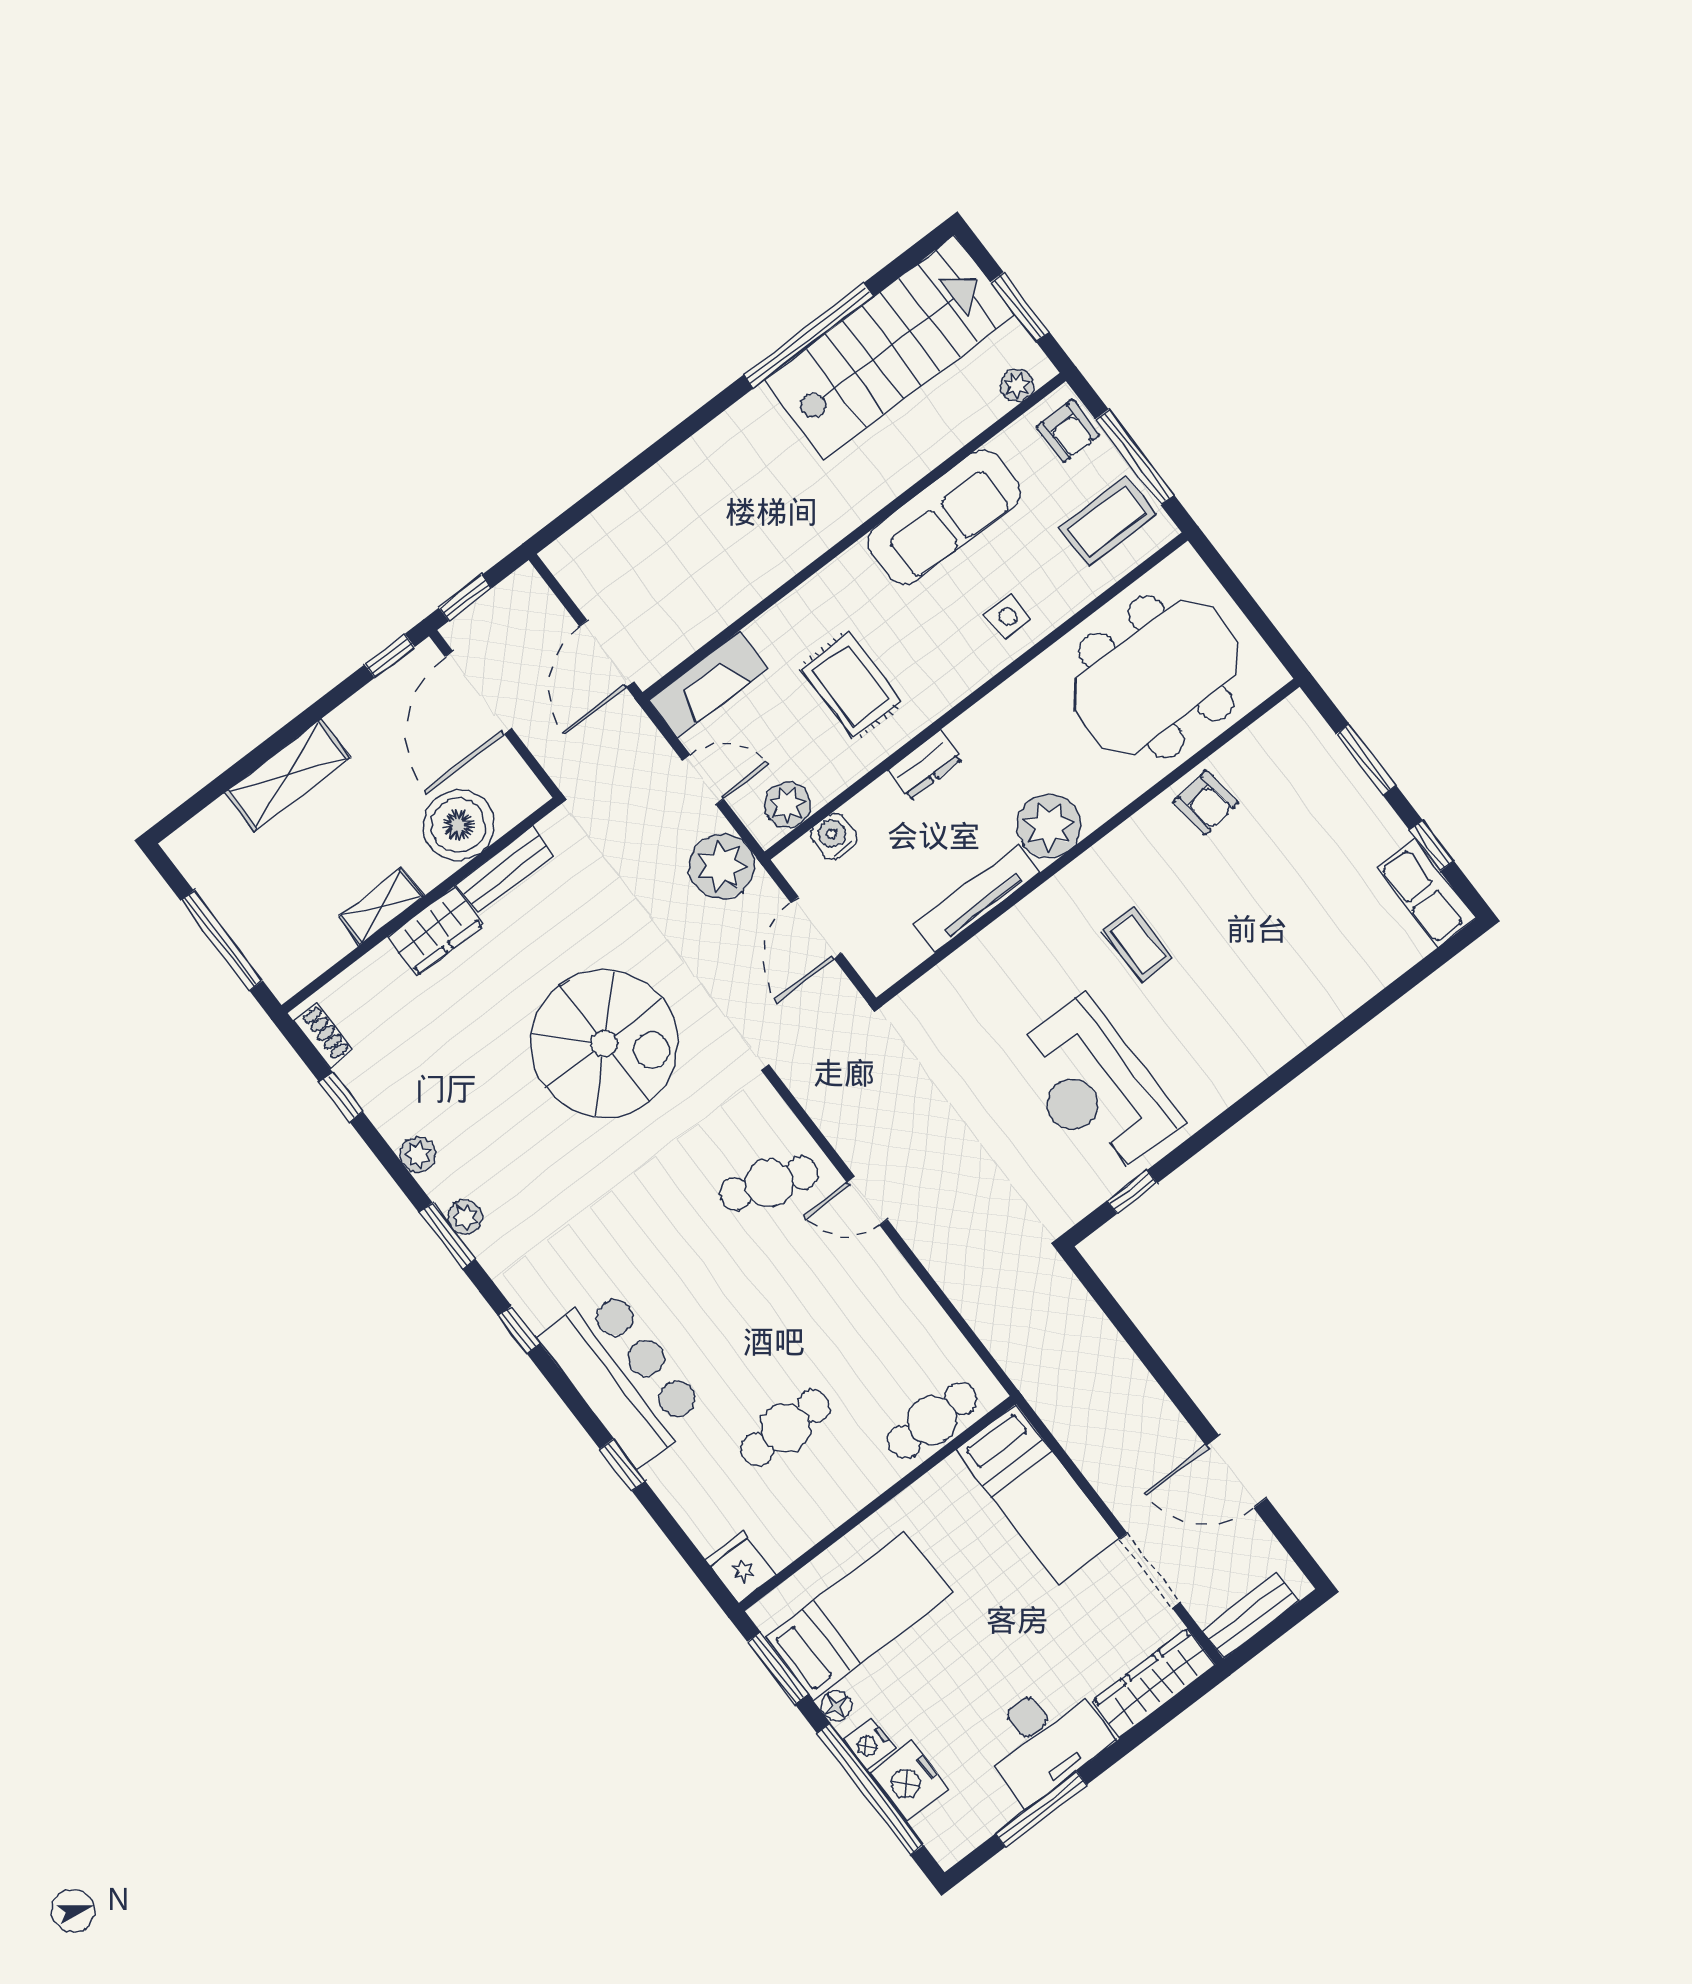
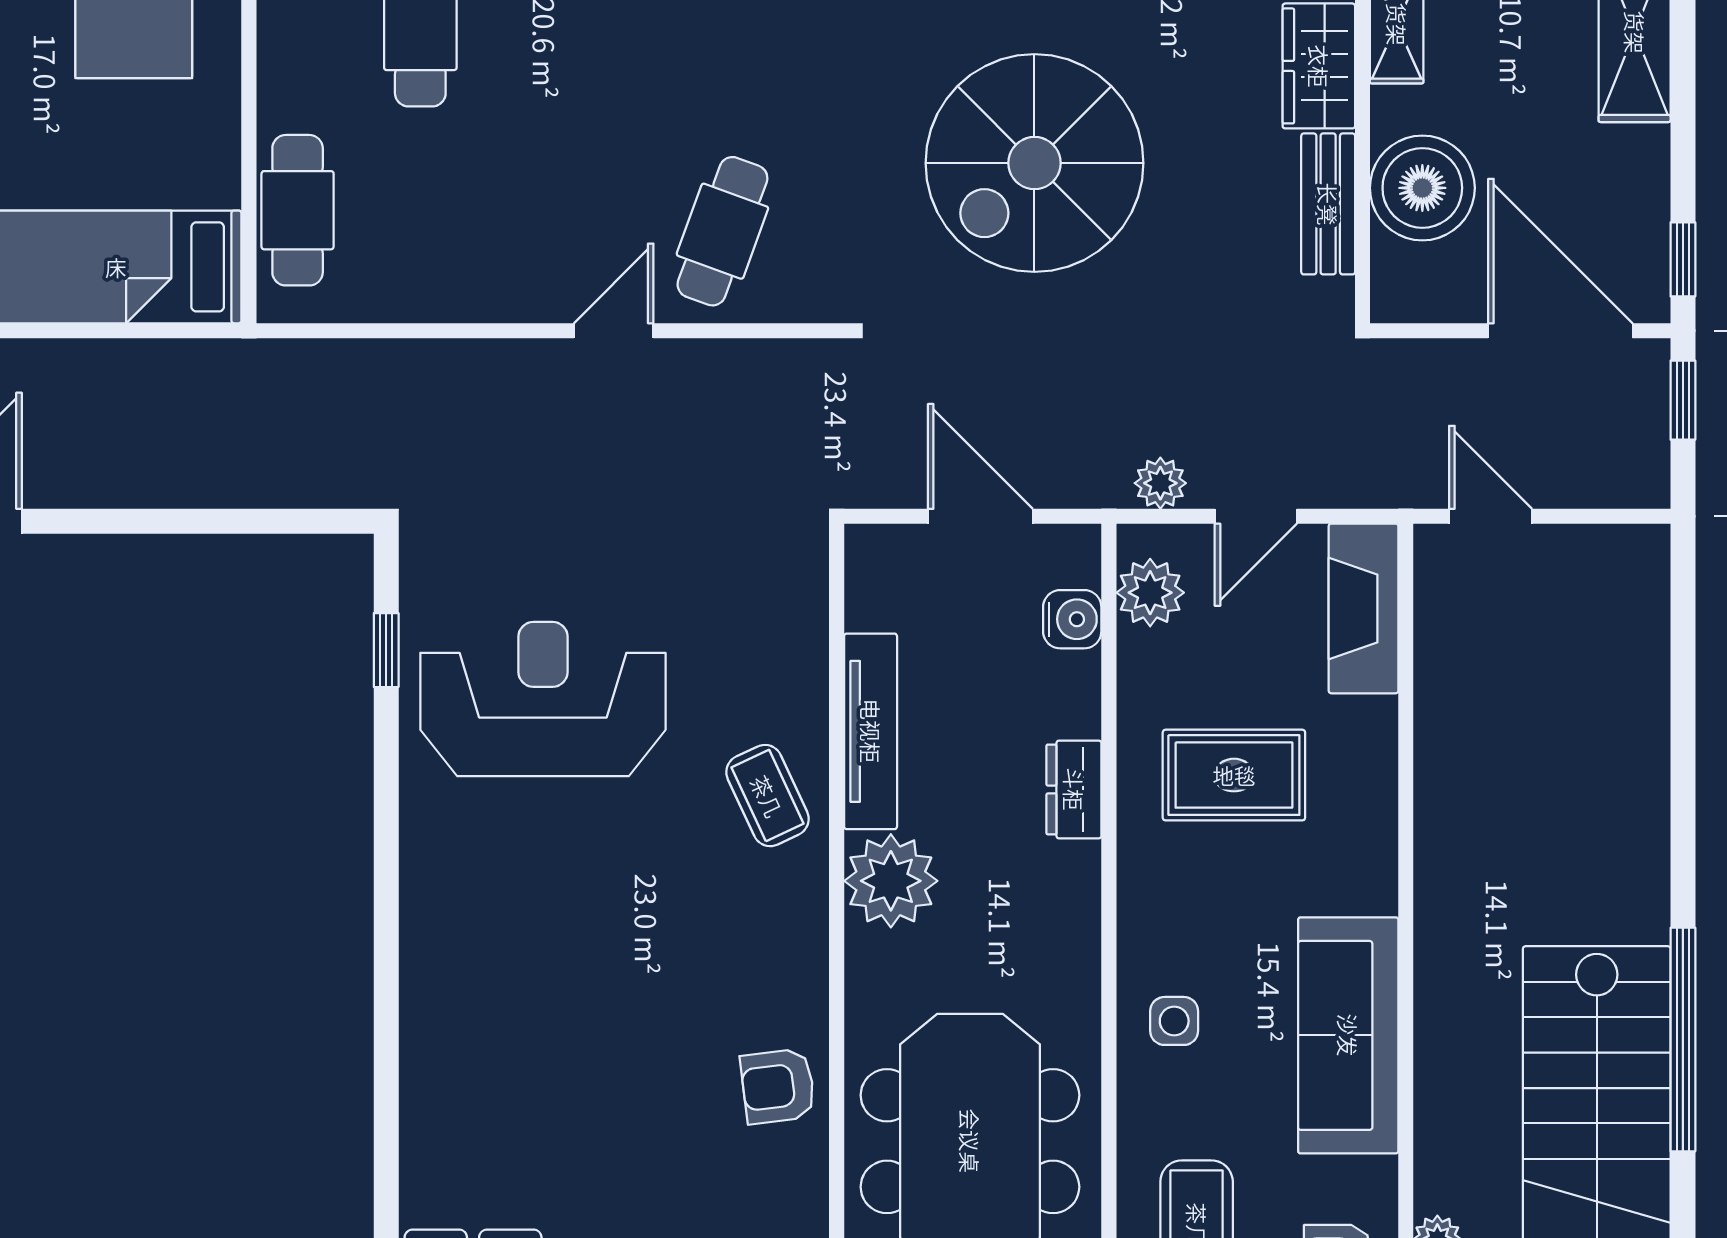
door: (607, 654) -> (1491, 516), width x0.73
plant: (722, 866) -> (1160, 483), width x0.53, depth x0.53
coffee table: (1137, 944) -> (767, 796), moved, turned 65

